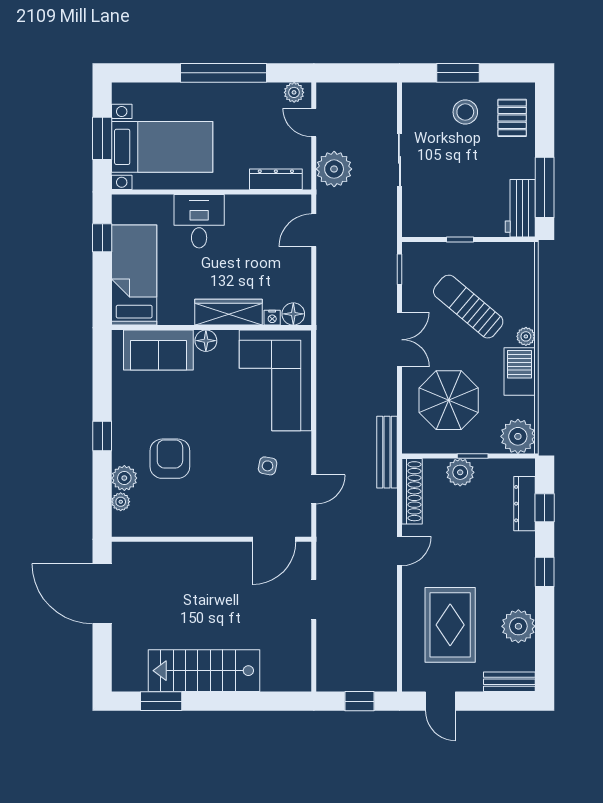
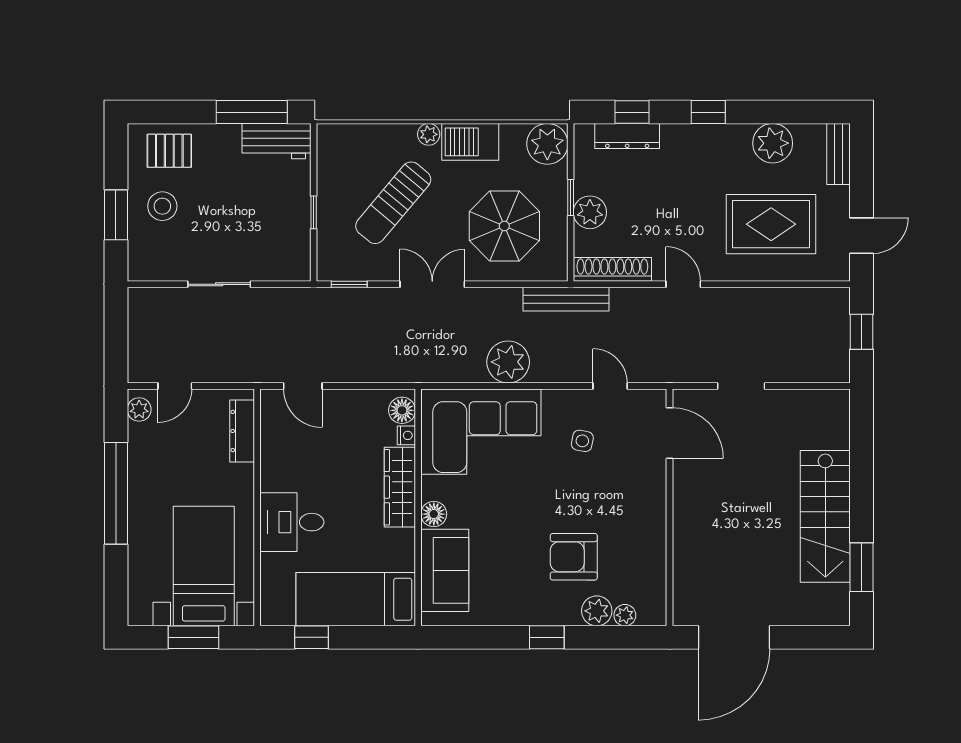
plant: (334, 169) -> (508, 362), moved

